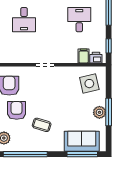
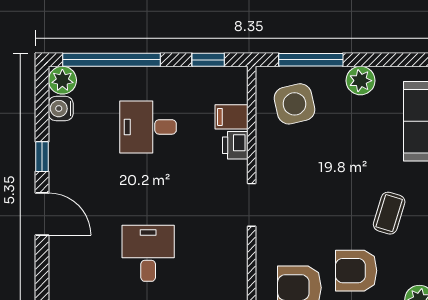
desk: (24, 20) -> (148, 253), turned -90
printer: (96, 58) -> (235, 145), moved
window: (109, 112) -> (311, 60), moved

